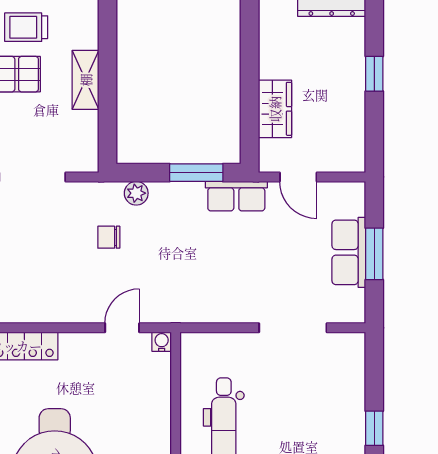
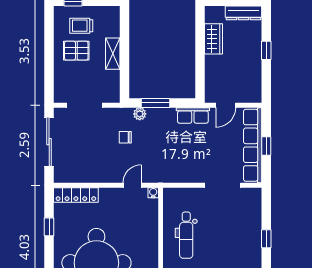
wardrobe: (275, 109) -> (213, 39), moved
window: (196, 173) -> (156, 103), moved
door: (298, 177) -> (226, 105), hinge flipped
row of seats: (349, 252) -> (253, 145), width x2.02
window: (374, 254) -> (266, 146), width x0.67

